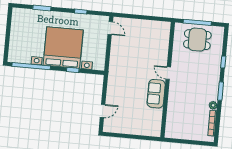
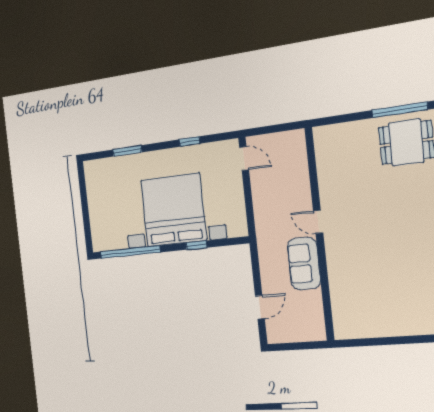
door: (168, 73) -> (318, 222), moved
wall: (168, 80) -> (319, 234), moved
sofa: (156, 94) -> (304, 263), moved

